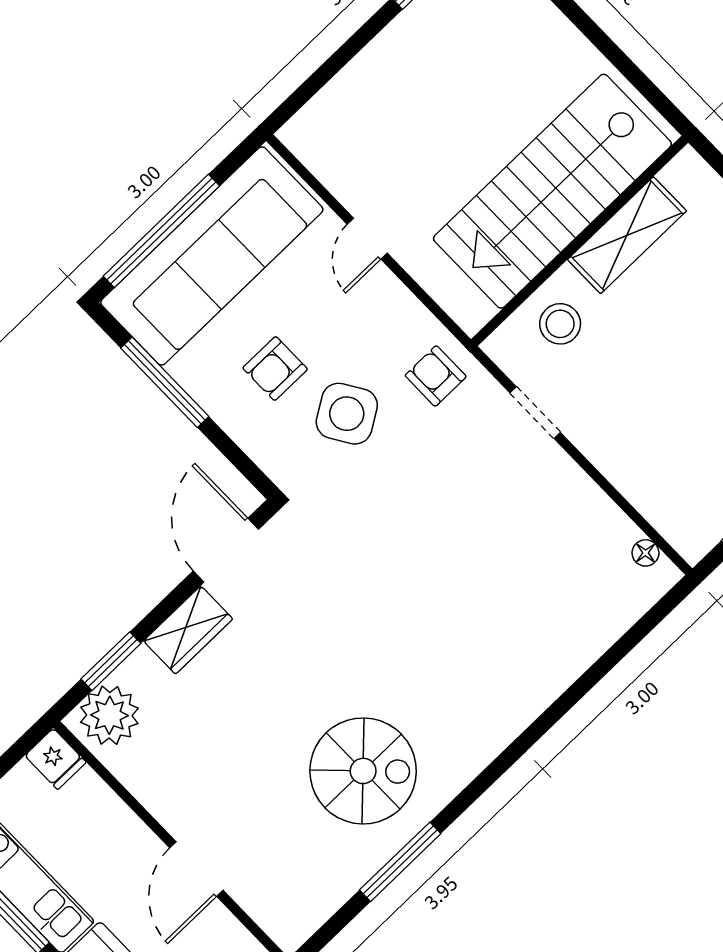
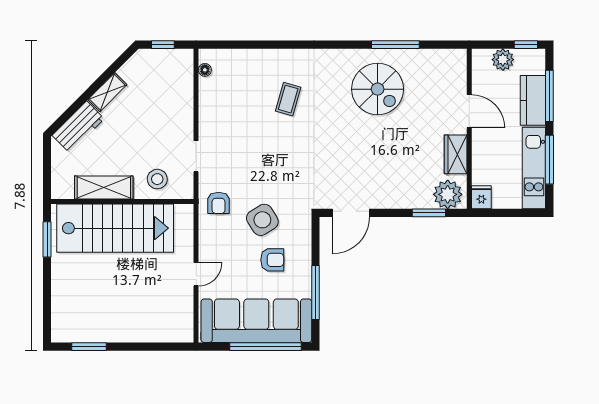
window: (637, 78) -> (47, 239), added
coffee table: (481, 629) -> (288, 99), added
wardrobe: (188, 630) -> (456, 154), moved, turned -90
spiral stairs: (363, 771) -> (378, 89), turned 180
door: (196, 869) -> (469, 111), hinge flipped

